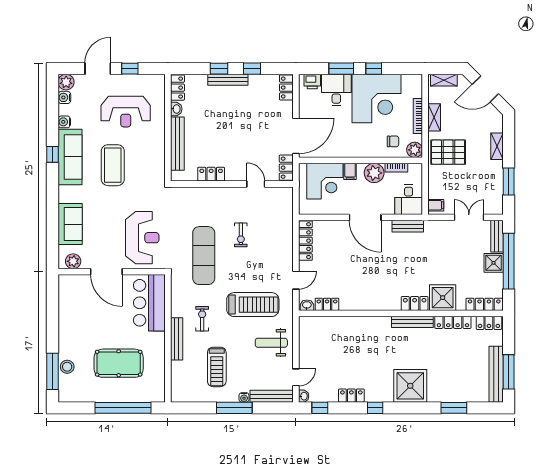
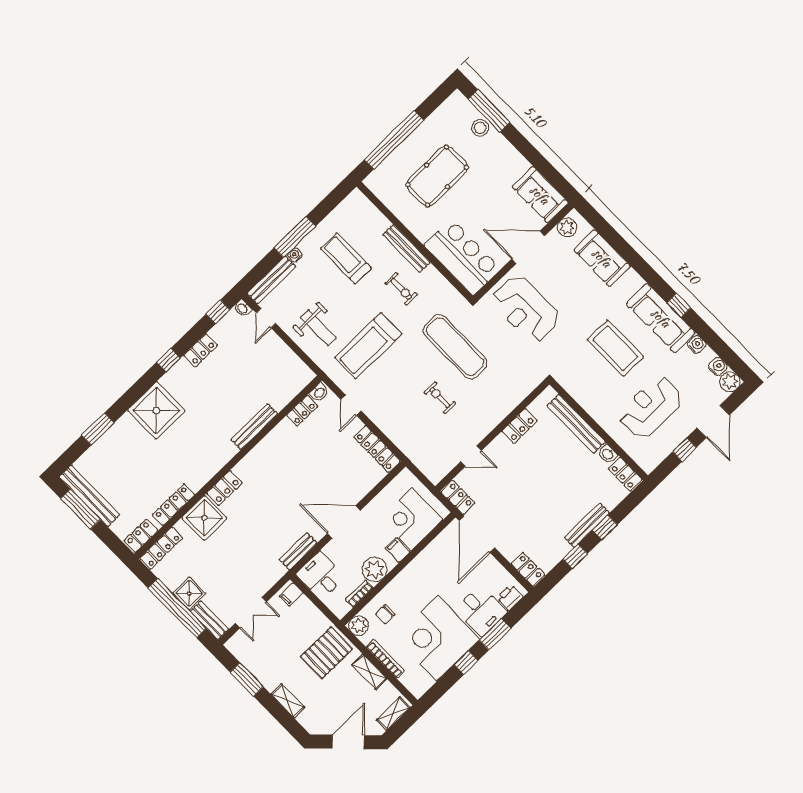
sofa: (70, 295) -> (540, 195), added
bench: (412, 322) -> (254, 427), moved
weight bench: (271, 343) -> (318, 328), turned 90

